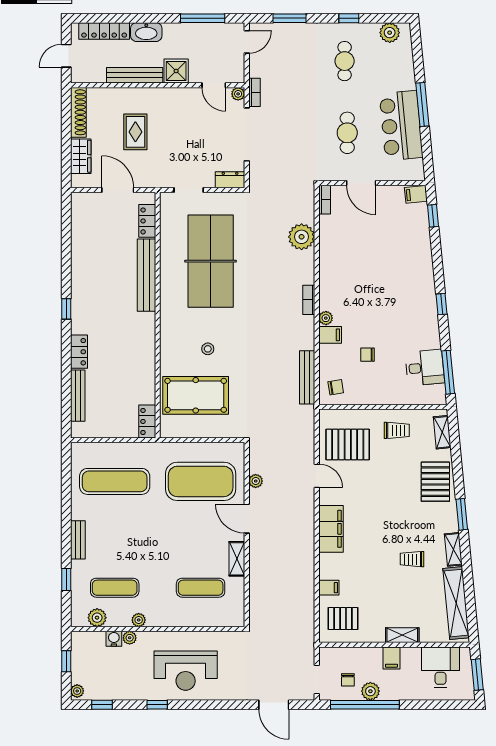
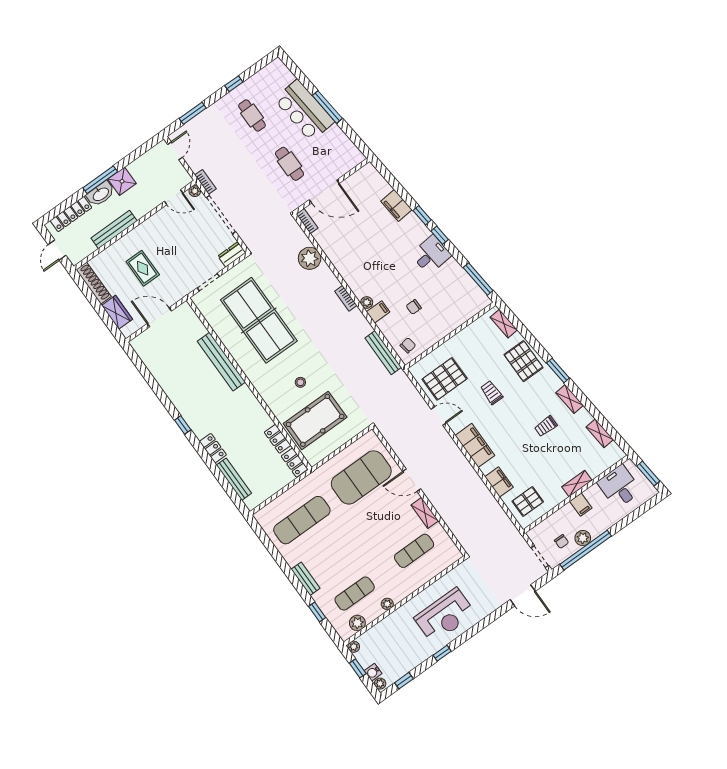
window: (203, 18) -> (100, 180), moved
plant: (390, 33) -> (269, 73), removed
shower: (176, 71) -> (122, 181), moved
bar counter: (401, 126) -> (304, 110), moved
door: (361, 183) -> (324, 192), width x1.36
filing cabinet: (416, 194) -> (397, 205), moved, width x2.00
window: (433, 216) -> (422, 215), moved
locker: (147, 221) -> (278, 439), moved
desk: (425, 368) -> (431, 255), moved
trolley: (397, 430) -> (492, 393), moved, turned -90
plant: (256, 481) -> (399, 450), removed
filing cabinet: (329, 588) -> (499, 482), width x2.00
shelving: (456, 603) -> (600, 433), width x0.45, depth x0.75
plant: (130, 638) -> (354, 647), moved
water cooler: (114, 639) -> (373, 672), moved, turned -90

